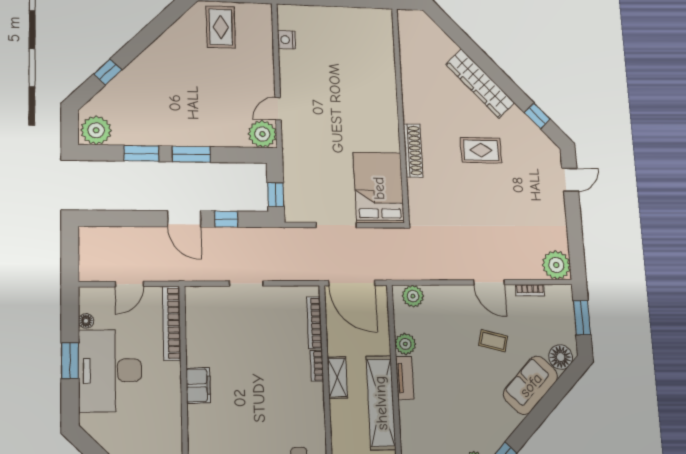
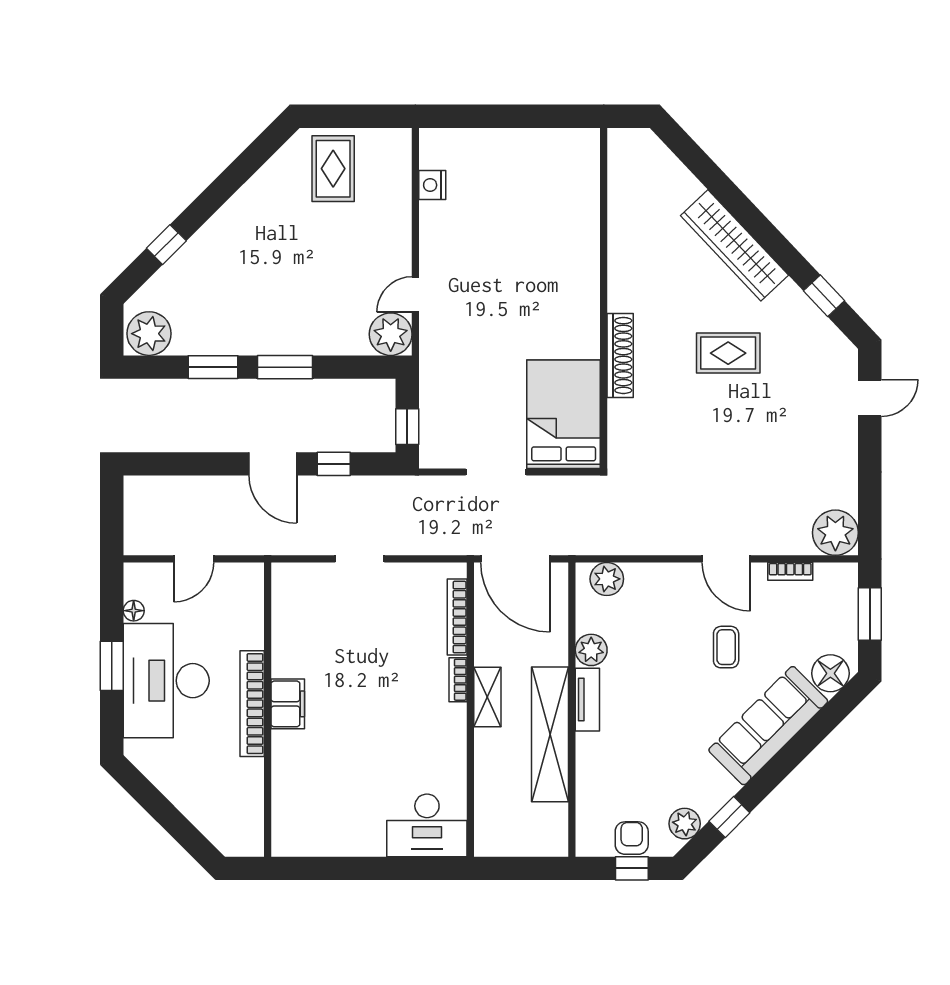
bookcase: (172, 323) -> (252, 704), moved
coffee table: (493, 341) -> (726, 647), turned 76
sofa: (531, 385) -> (768, 726), width x1.36

